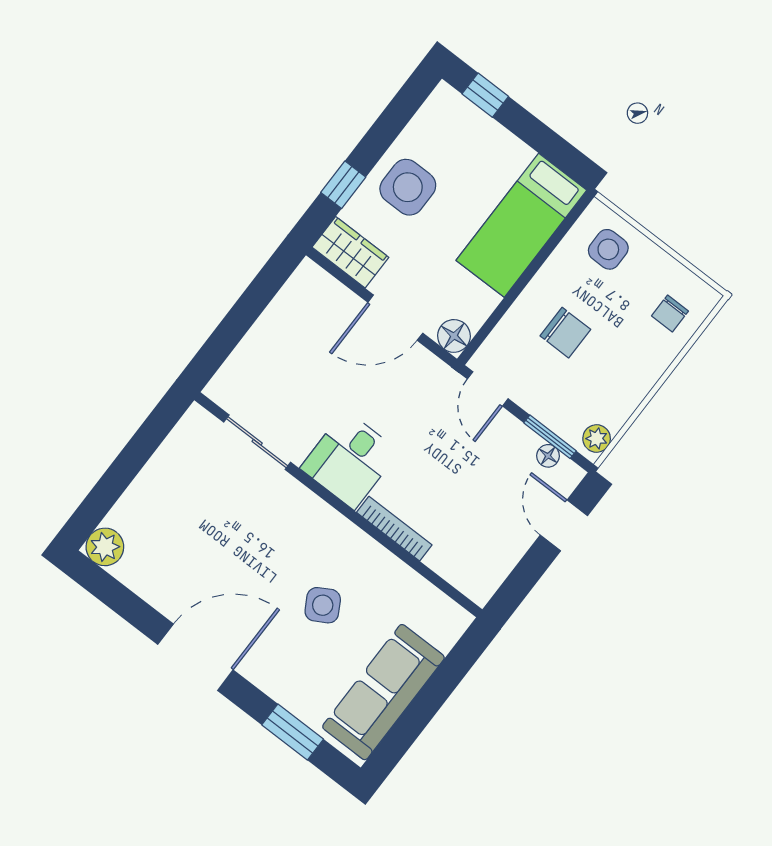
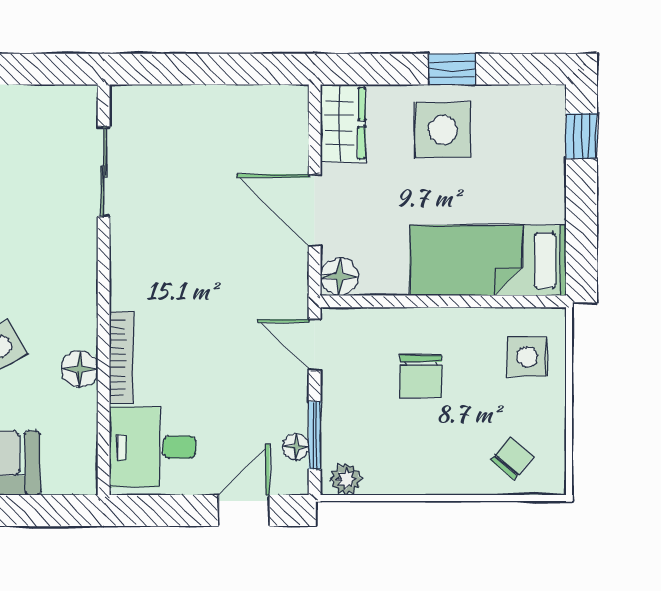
window: (343, 185) -> (452, 69), moved
chair: (670, 314) -> (512, 458), turned 130
door: (488, 389) -> (315, 345), hinge flipped
desk: (350, 460) -> (153, 447), moved
floor lamp: (380, 563) -> (80, 369), added

